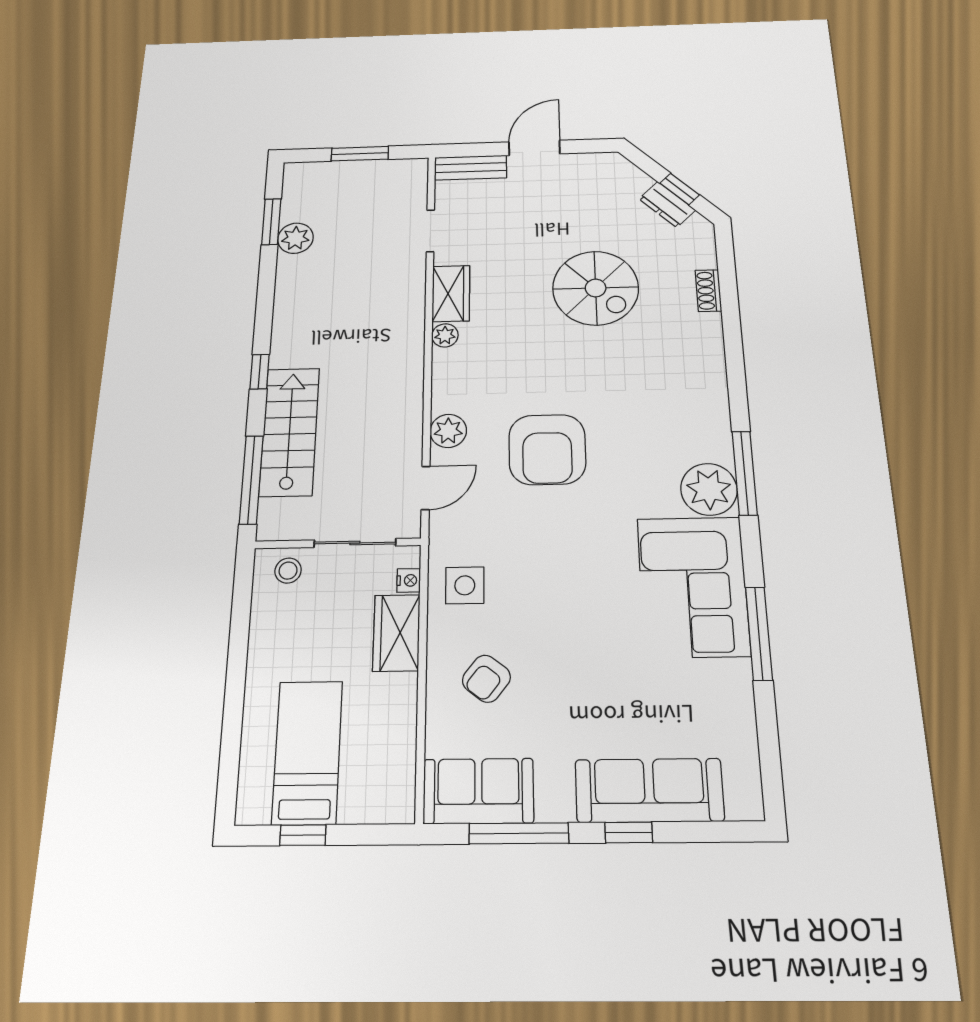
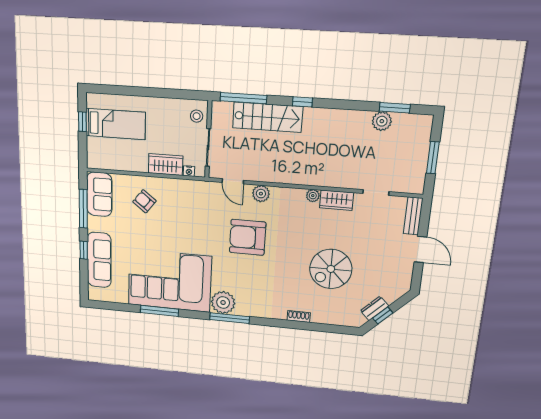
shoe rack: (708, 291) -> (299, 316), moved
side table: (465, 585) -> (185, 195), removed
corner sofa: (693, 586) -> (170, 281), width x1.36, depth x1.36

